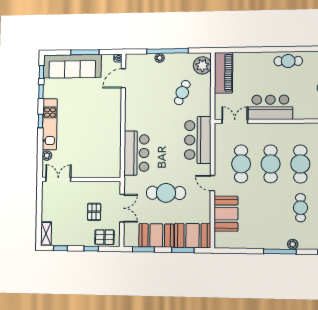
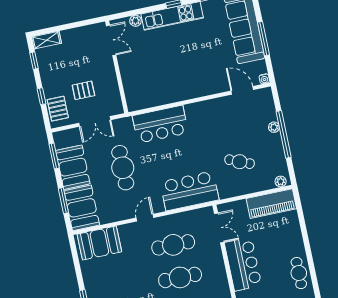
plant: (202, 65) -> (281, 181), width x0.53, depth x0.53
booth: (226, 214) -> (99, 243), moved

